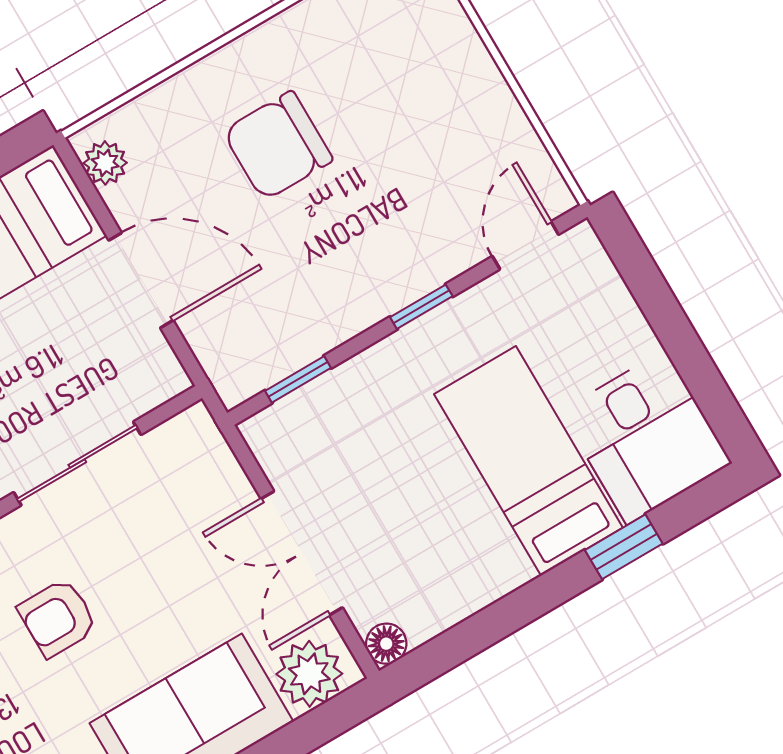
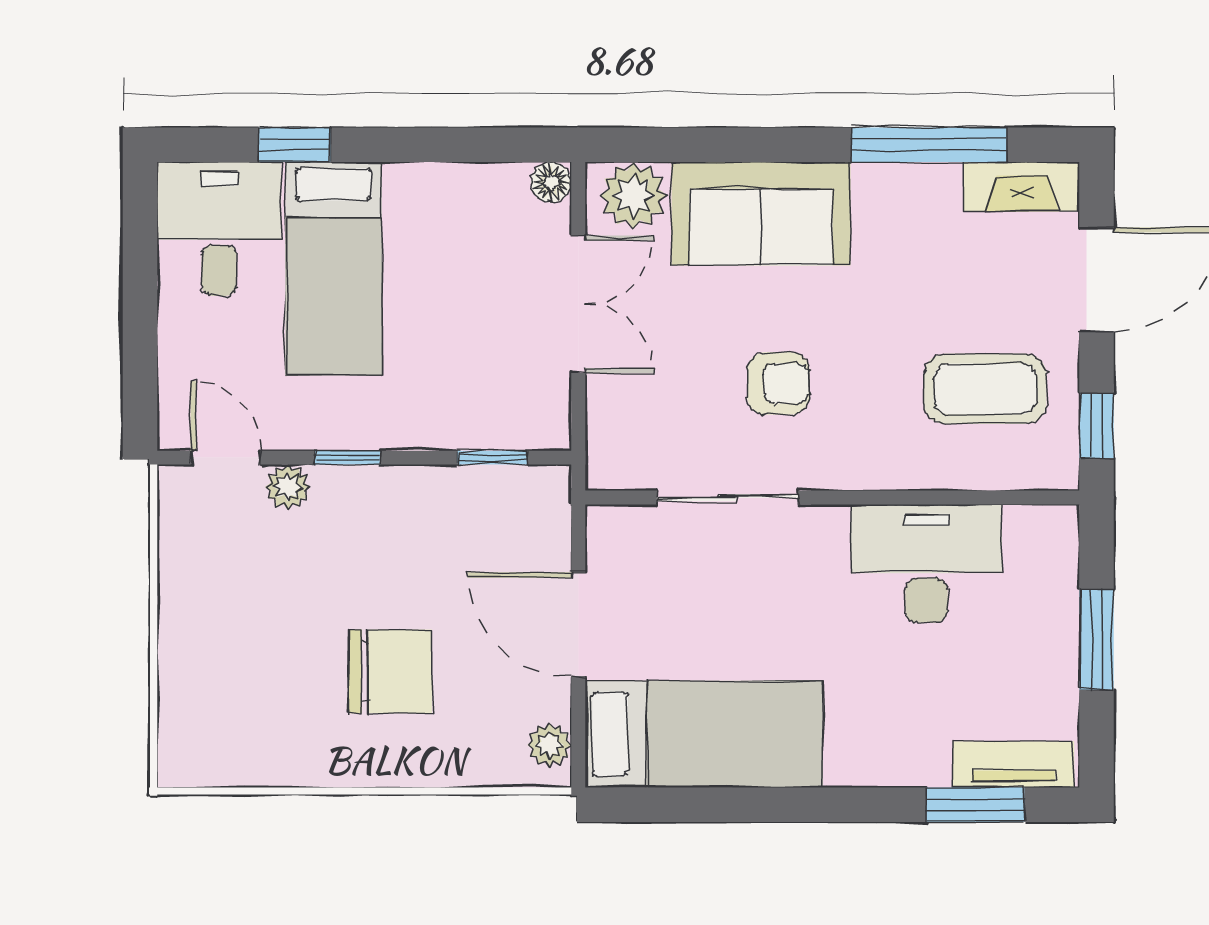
door: (525, 245) -> (226, 458), swing flipped
plant: (458, 251) -> (288, 487), added
armchair: (58, 618) -> (778, 383), moved

